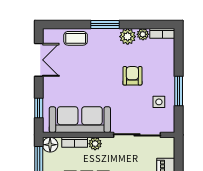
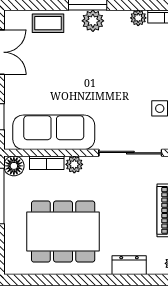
plant: (128, 37) -> (93, 21), moved
armchair: (132, 76) -> (124, 73), removed

